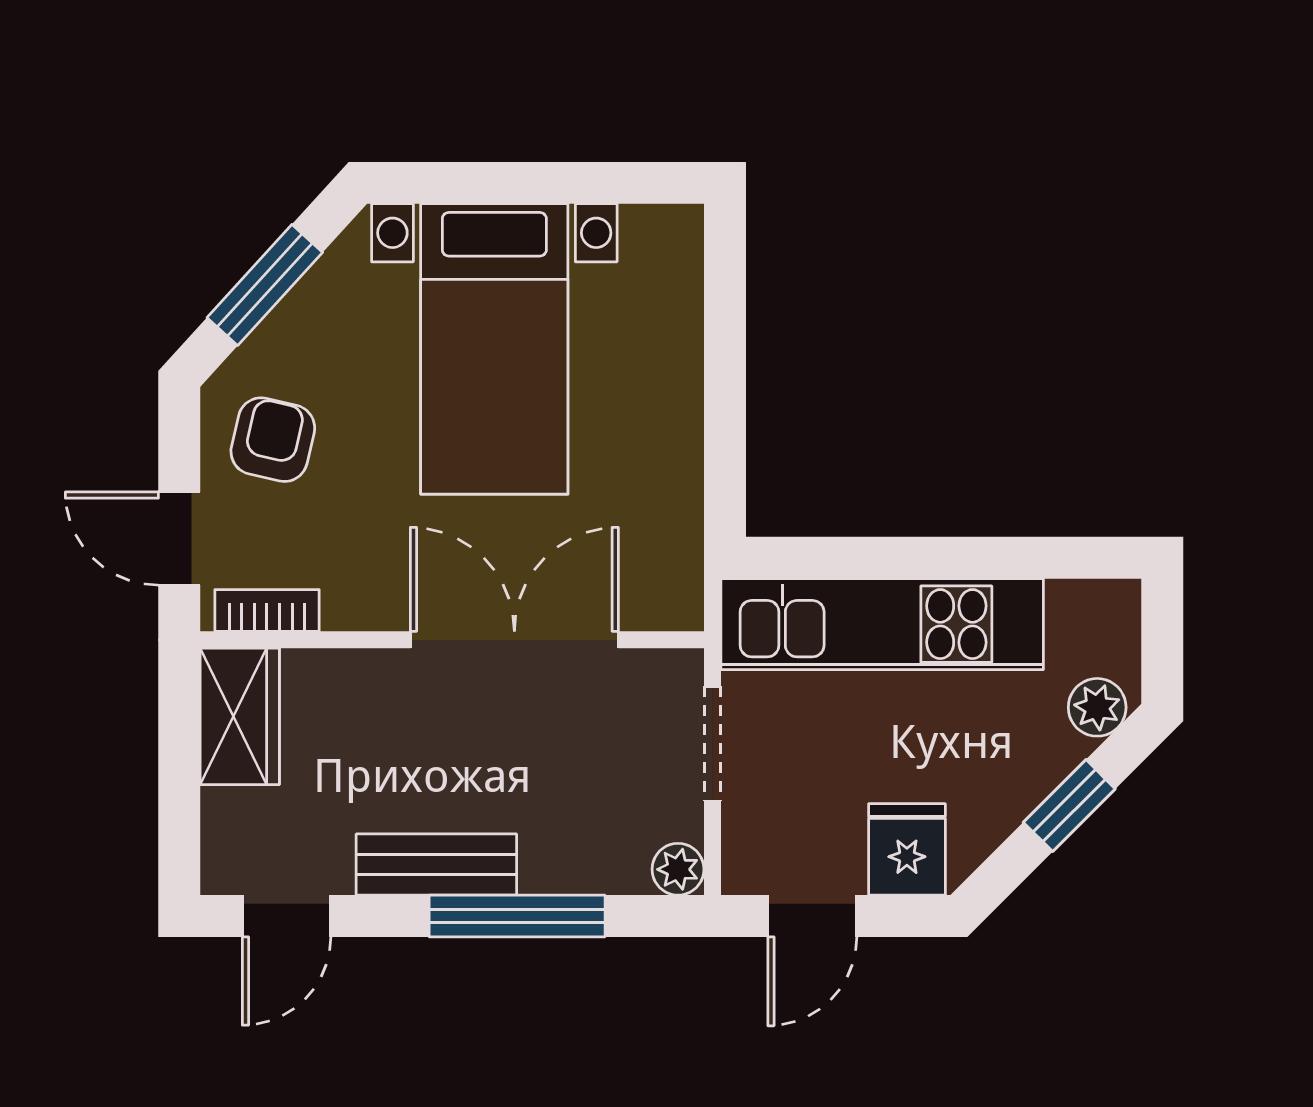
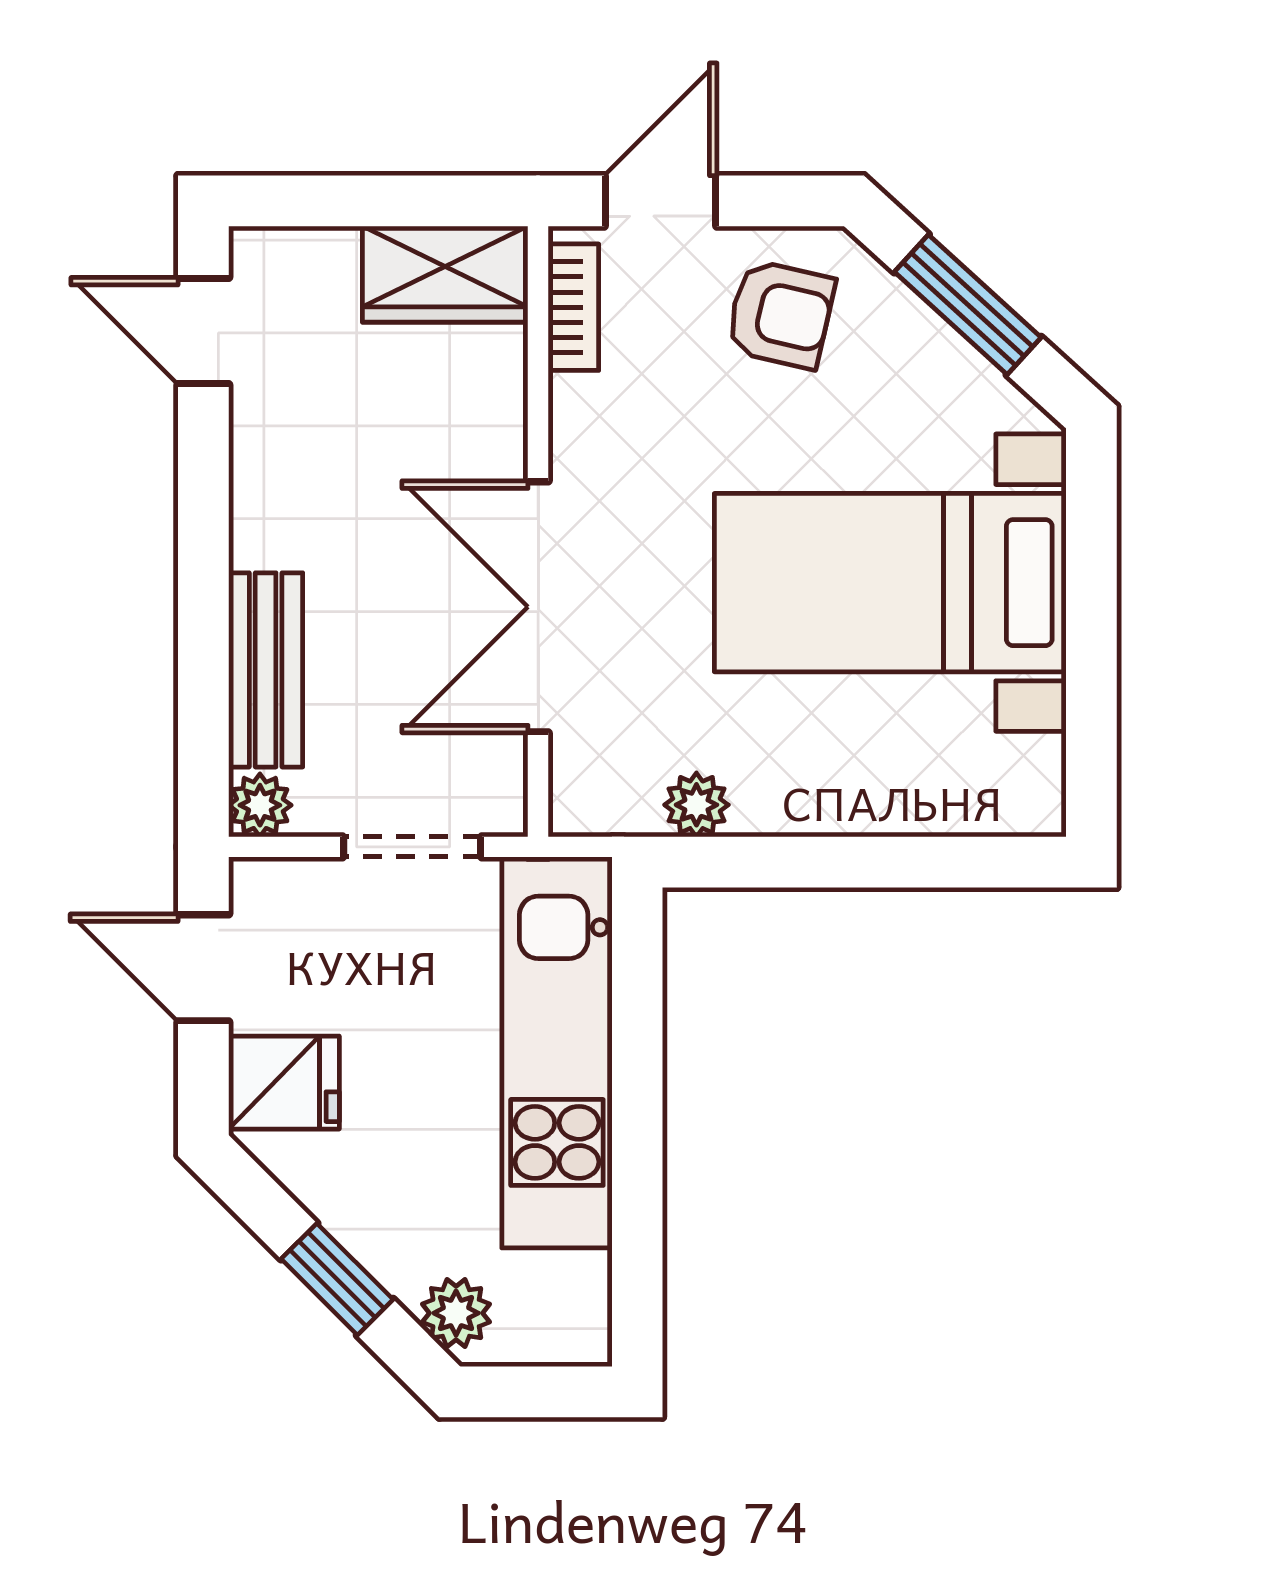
plant: (678, 509) -> (696, 805), added
double door: (514, 640) -> (538, 607), swing flipped
bench: (436, 865) -> (266, 670), moved
window: (517, 916) -> (203, 610), removed

